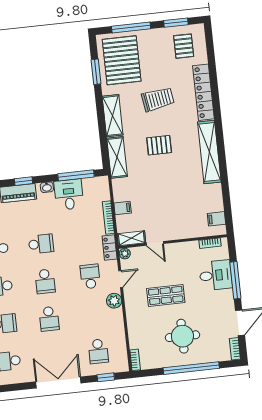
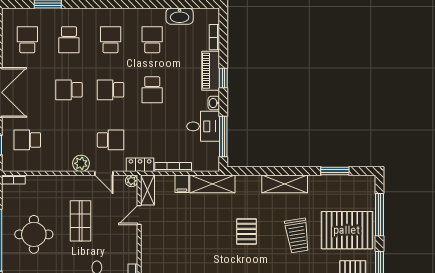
pallet: (122, 60) -> (347, 230), moved
shelving: (117, 157) -> (212, 184), moved

